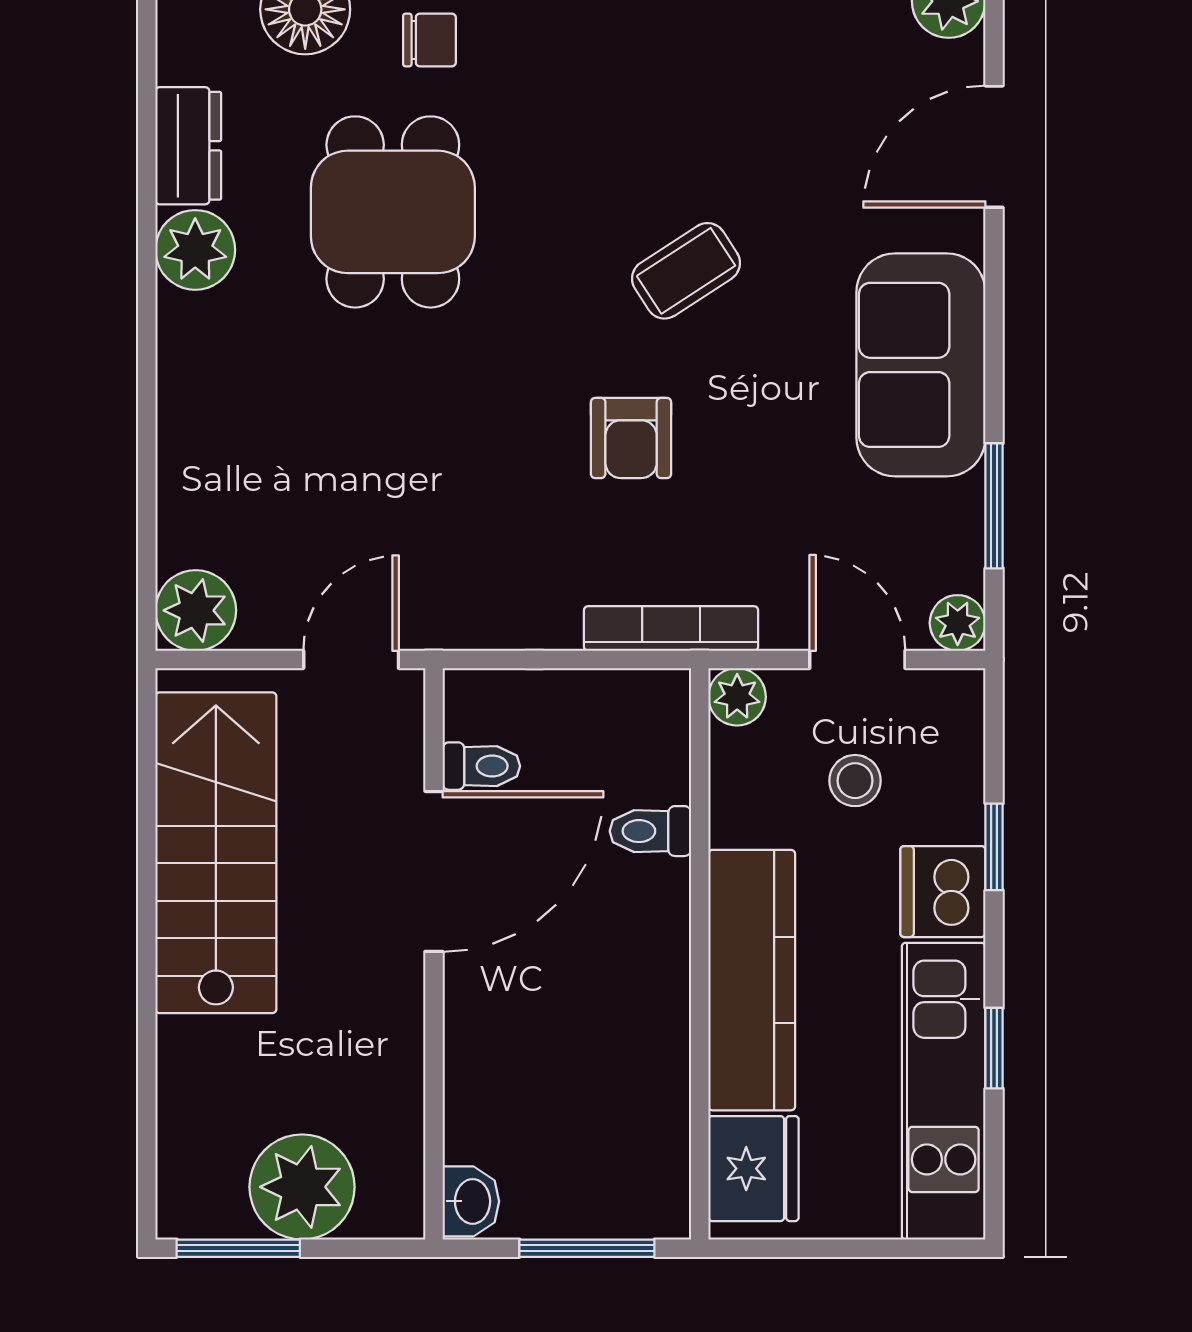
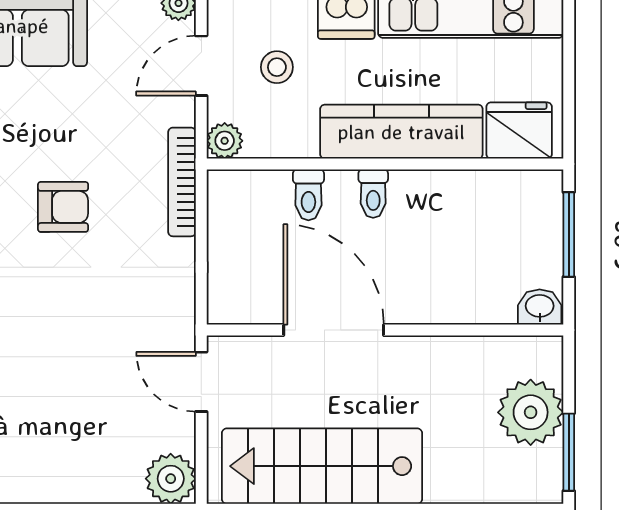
toilet: (481, 766) -> (373, 194), moved, turned 180

